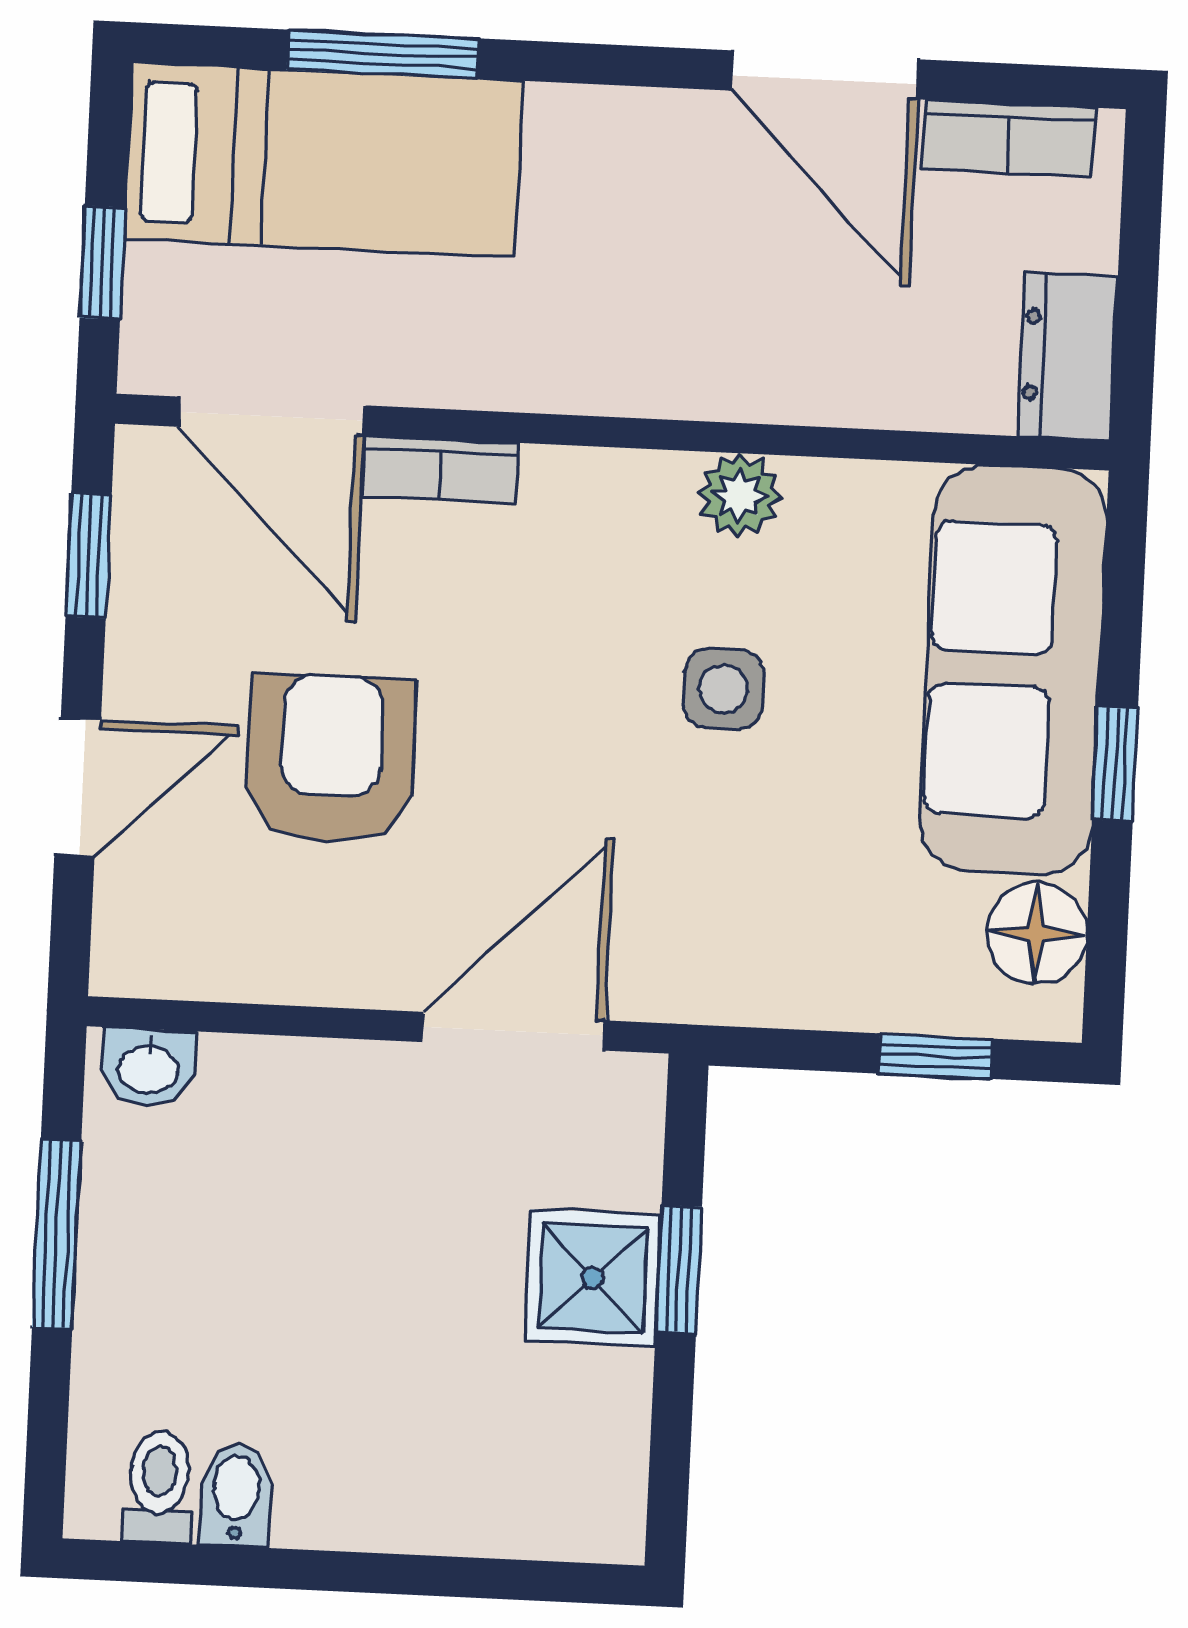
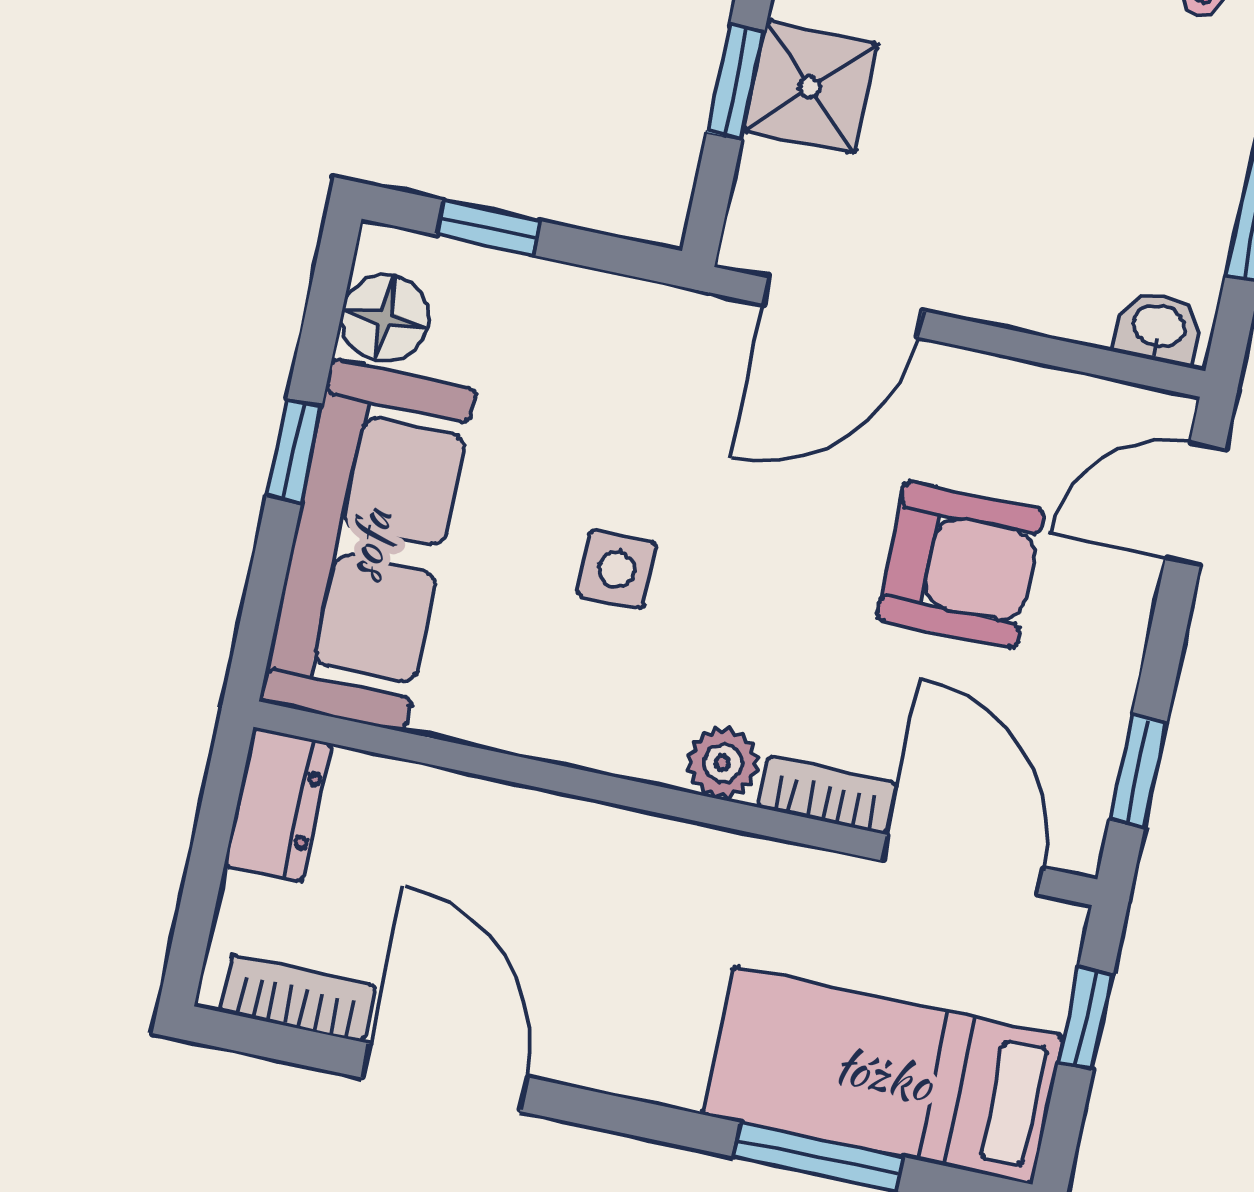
plant: (739, 495) -> (723, 763), moved
armchair: (331, 759) -> (960, 565), turned -90
door: (78, 788) -> (1195, 504), moved

